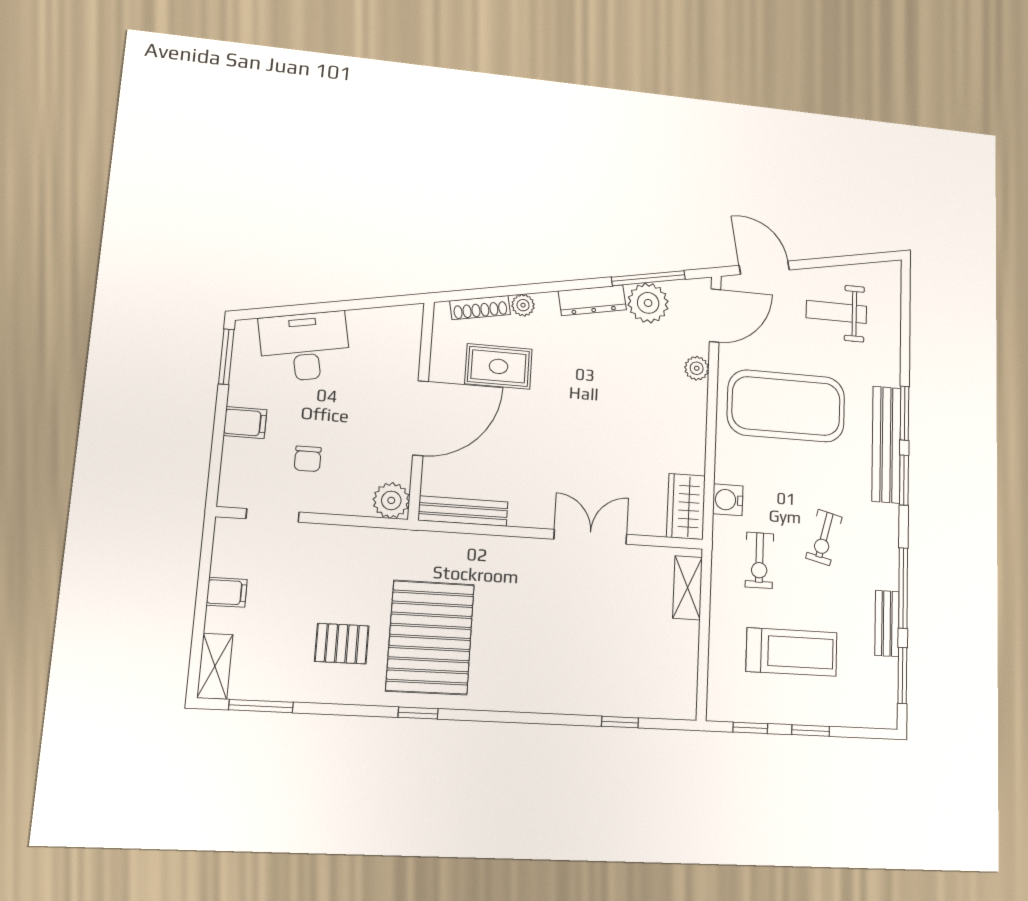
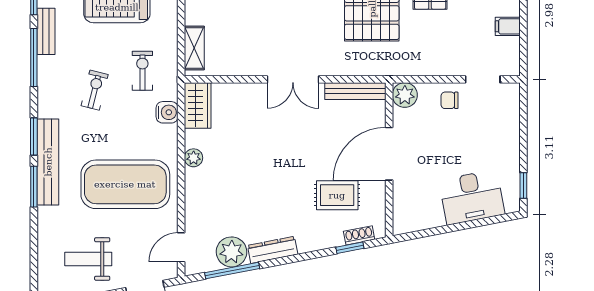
window: (486, 293) -> (350, 248), added
plant: (523, 305) -> (323, 241), removed
shoe rack: (480, 308) -> (359, 235), width x0.70
weight bench: (836, 312) -> (88, 259), turned 180
door: (715, 316) -> (181, 247), width x0.73
window: (226, 357) -> (523, 185), width x0.67
plant: (697, 368) -> (194, 158), moved
filing cabinet: (245, 423) -> (507, 141), removed
chair: (308, 459) -> (450, 100), moved, turned -90
double door: (590, 537) -> (293, 79), moved

